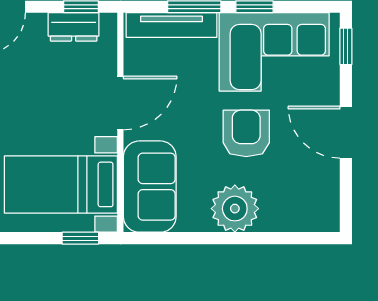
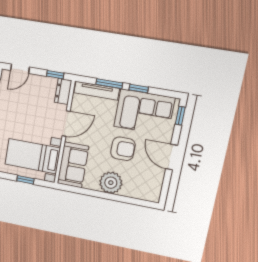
dresser: (74, 27) -> (63, 91), moved, turned 90
armchair: (246, 133) -> (123, 149), turned 90
window: (80, 238) -> (25, 180), moved

